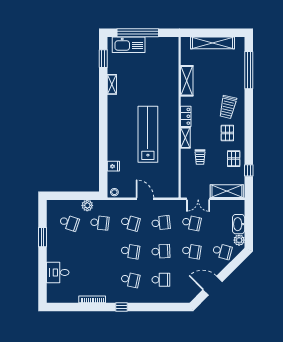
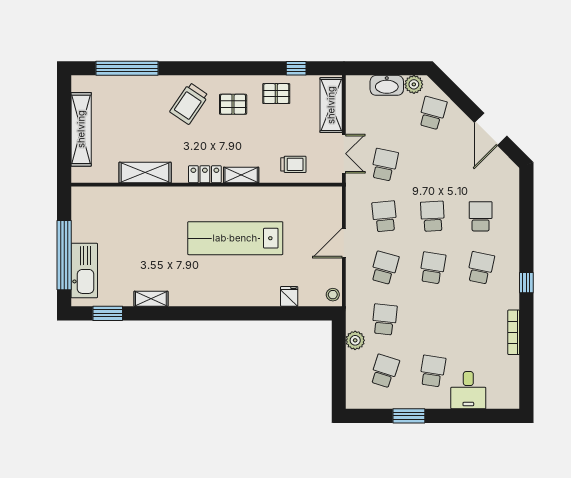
trolley: (228, 107) -> (189, 103), turned 111
trolley: (200, 157) -> (293, 164), moved
school desk: (191, 251) -> (433, 371), moved

